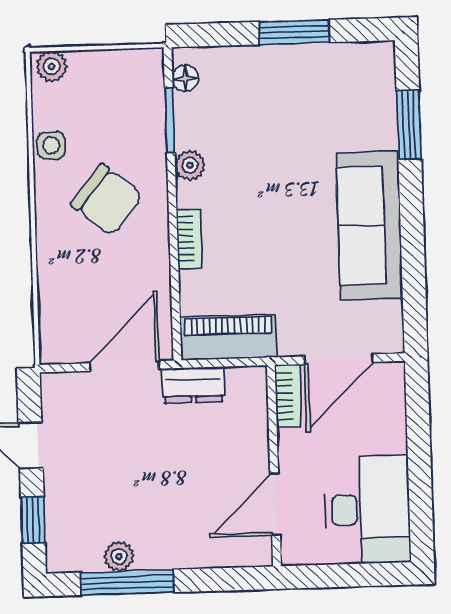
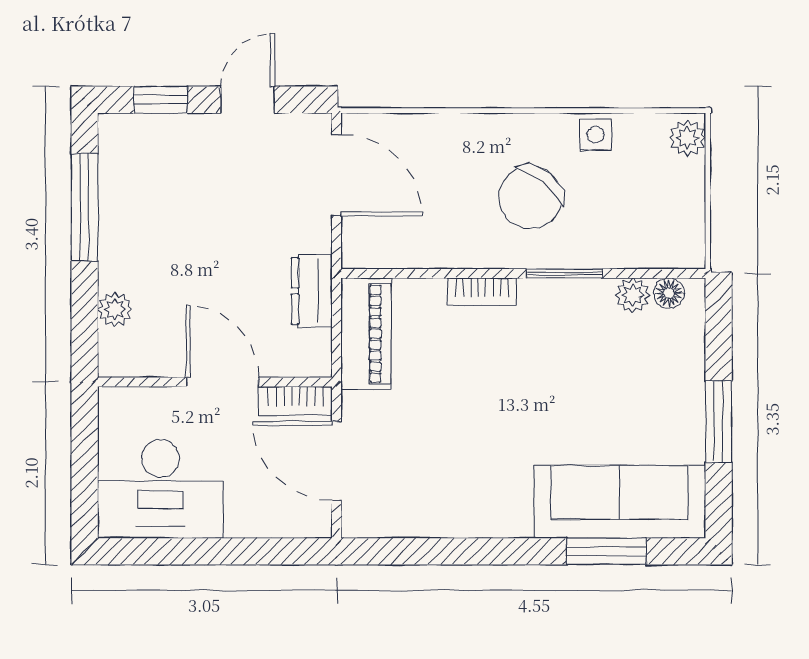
window: (170, 120) -> (565, 273), moved
plant: (190, 165) -> (633, 295), moved
sofa: (369, 226) -> (620, 502), moved
door: (124, 366) -> (336, 175), moved
door: (275, 504) -> (222, 382), moved
plant: (119, 557) -> (115, 309), moved

